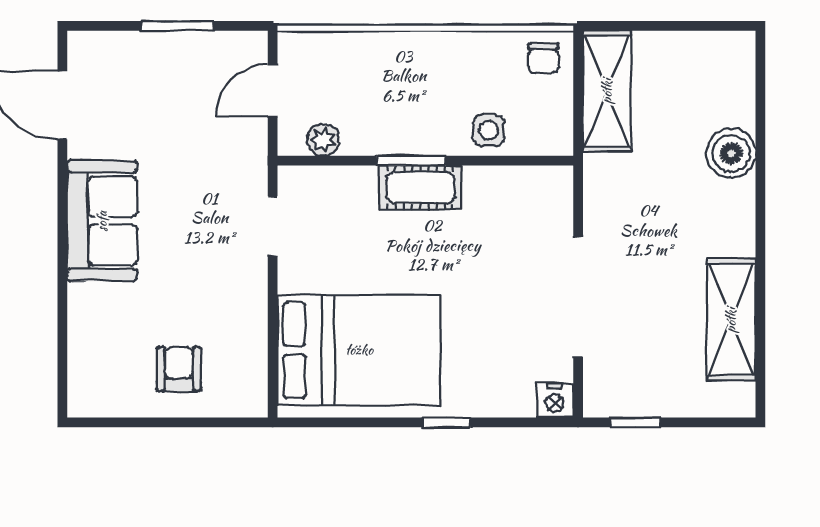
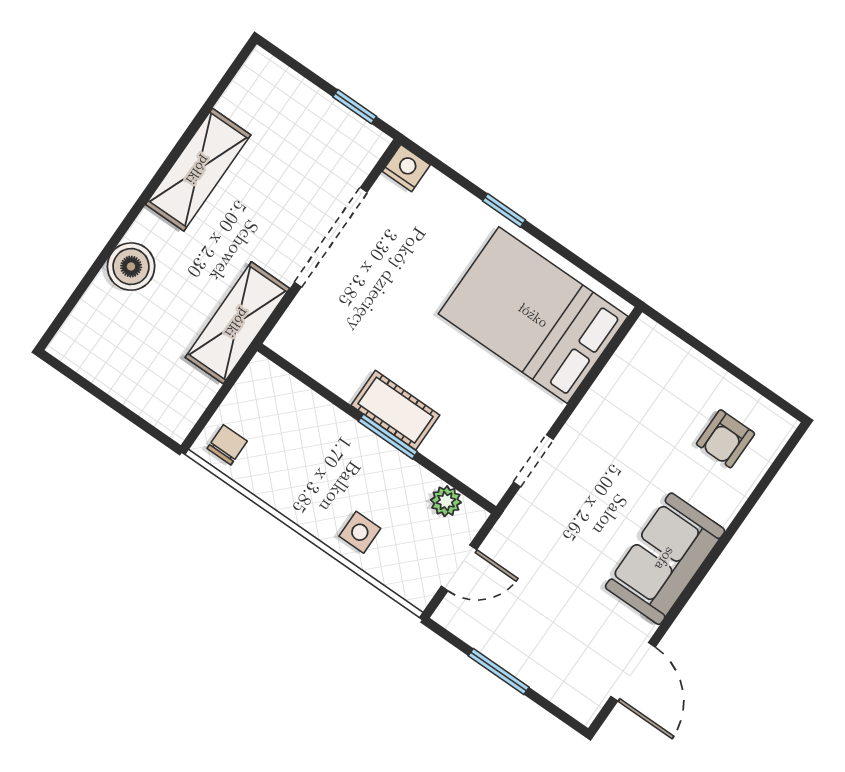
shelving: (607, 91) -> (237, 323), moved
side table: (488, 130) -> (360, 532), moved
shelving: (731, 320) -> (198, 170), moved
armchair: (179, 369) -> (726, 439), moved

